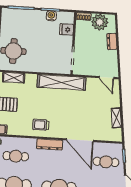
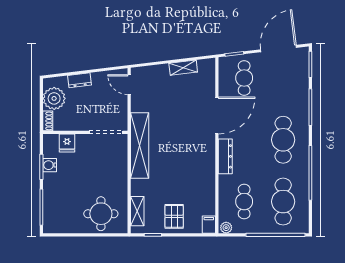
door: (106, 78) -> (129, 85), swing flipped
trolley: (41, 125) -> (199, 170), removed

